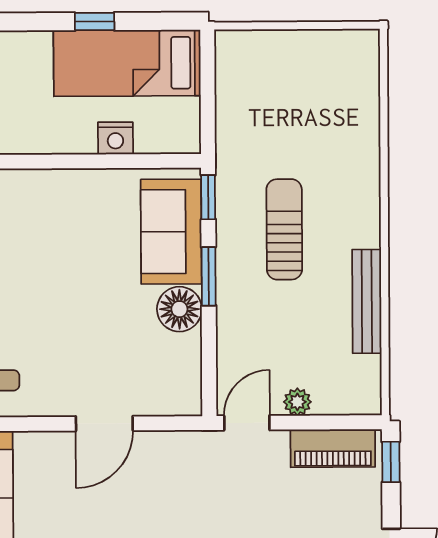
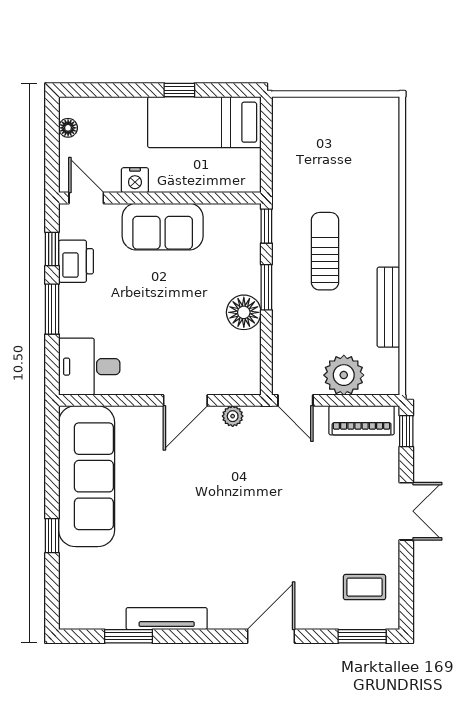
nightstand: (115, 138) -> (135, 180), moved
sofa: (171, 232) -> (163, 227), moved, turned -90
plant: (297, 402) -> (344, 375), width x1.88, depth x1.88
door: (247, 423) -> (295, 400), swing flipped
plant: (166, 444) -> (233, 416), added

